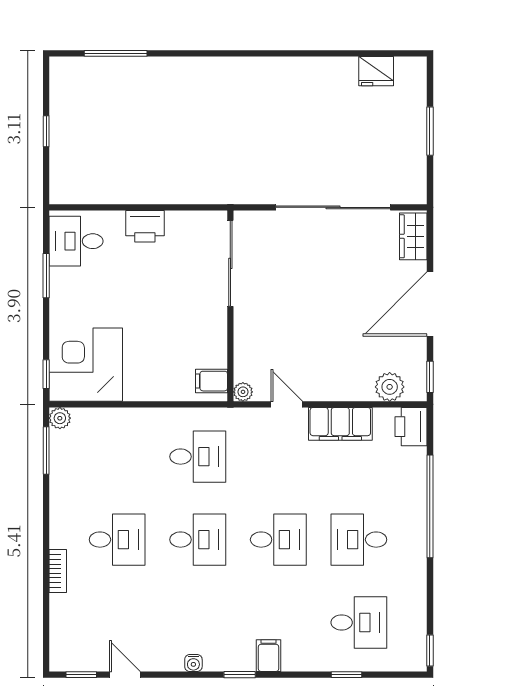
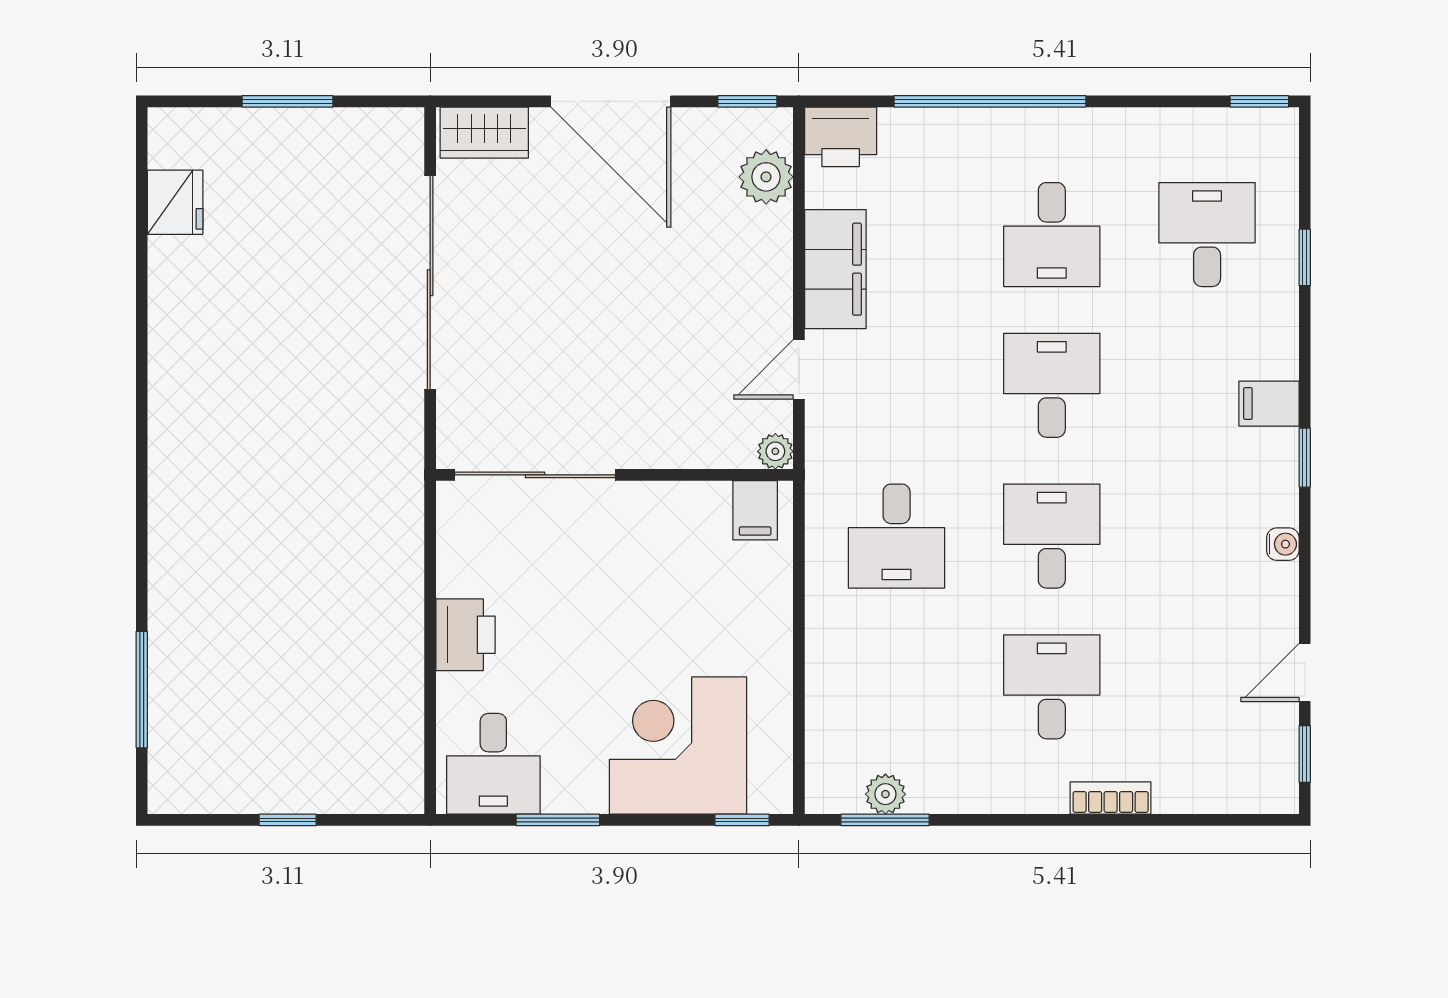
corner desk: (86, 365) -> (678, 746), moved, turned 90
plant: (60, 418) -> (885, 794), moved
desk: (198, 457) -> (897, 536), turned 180

